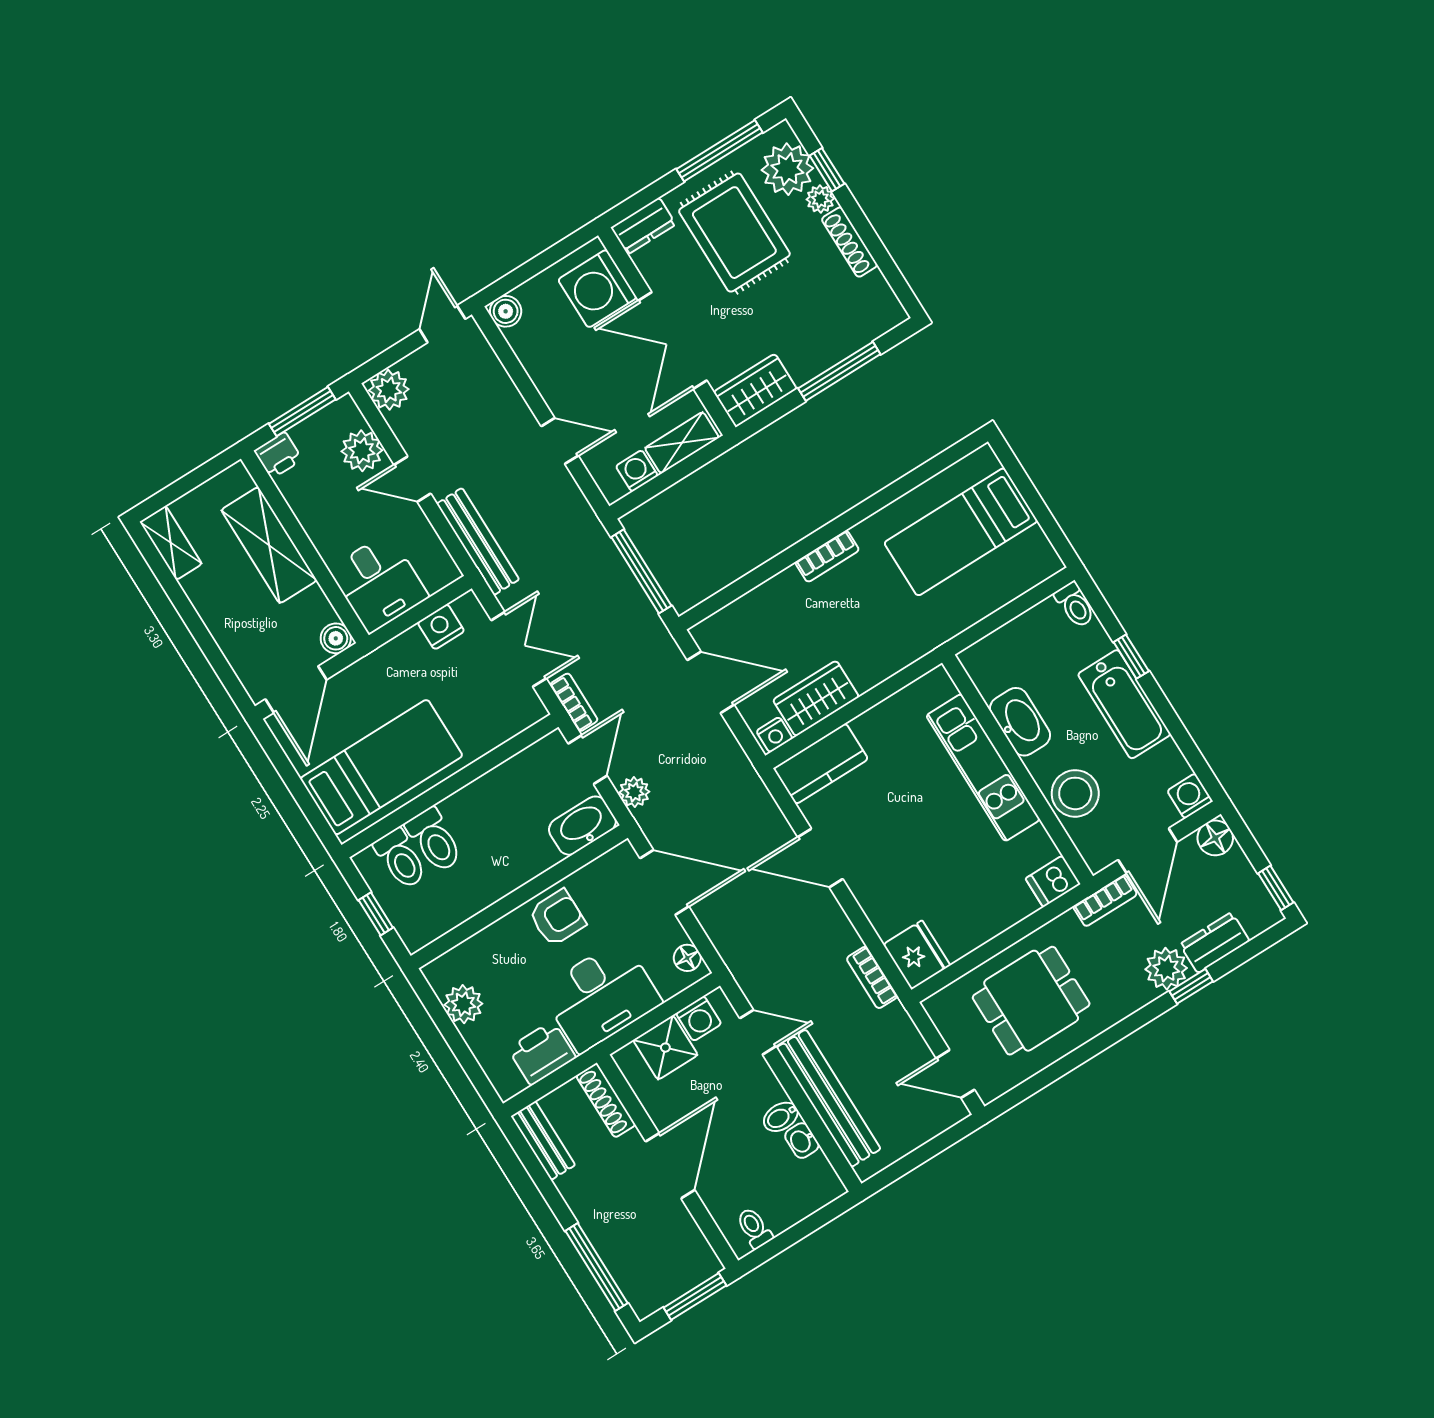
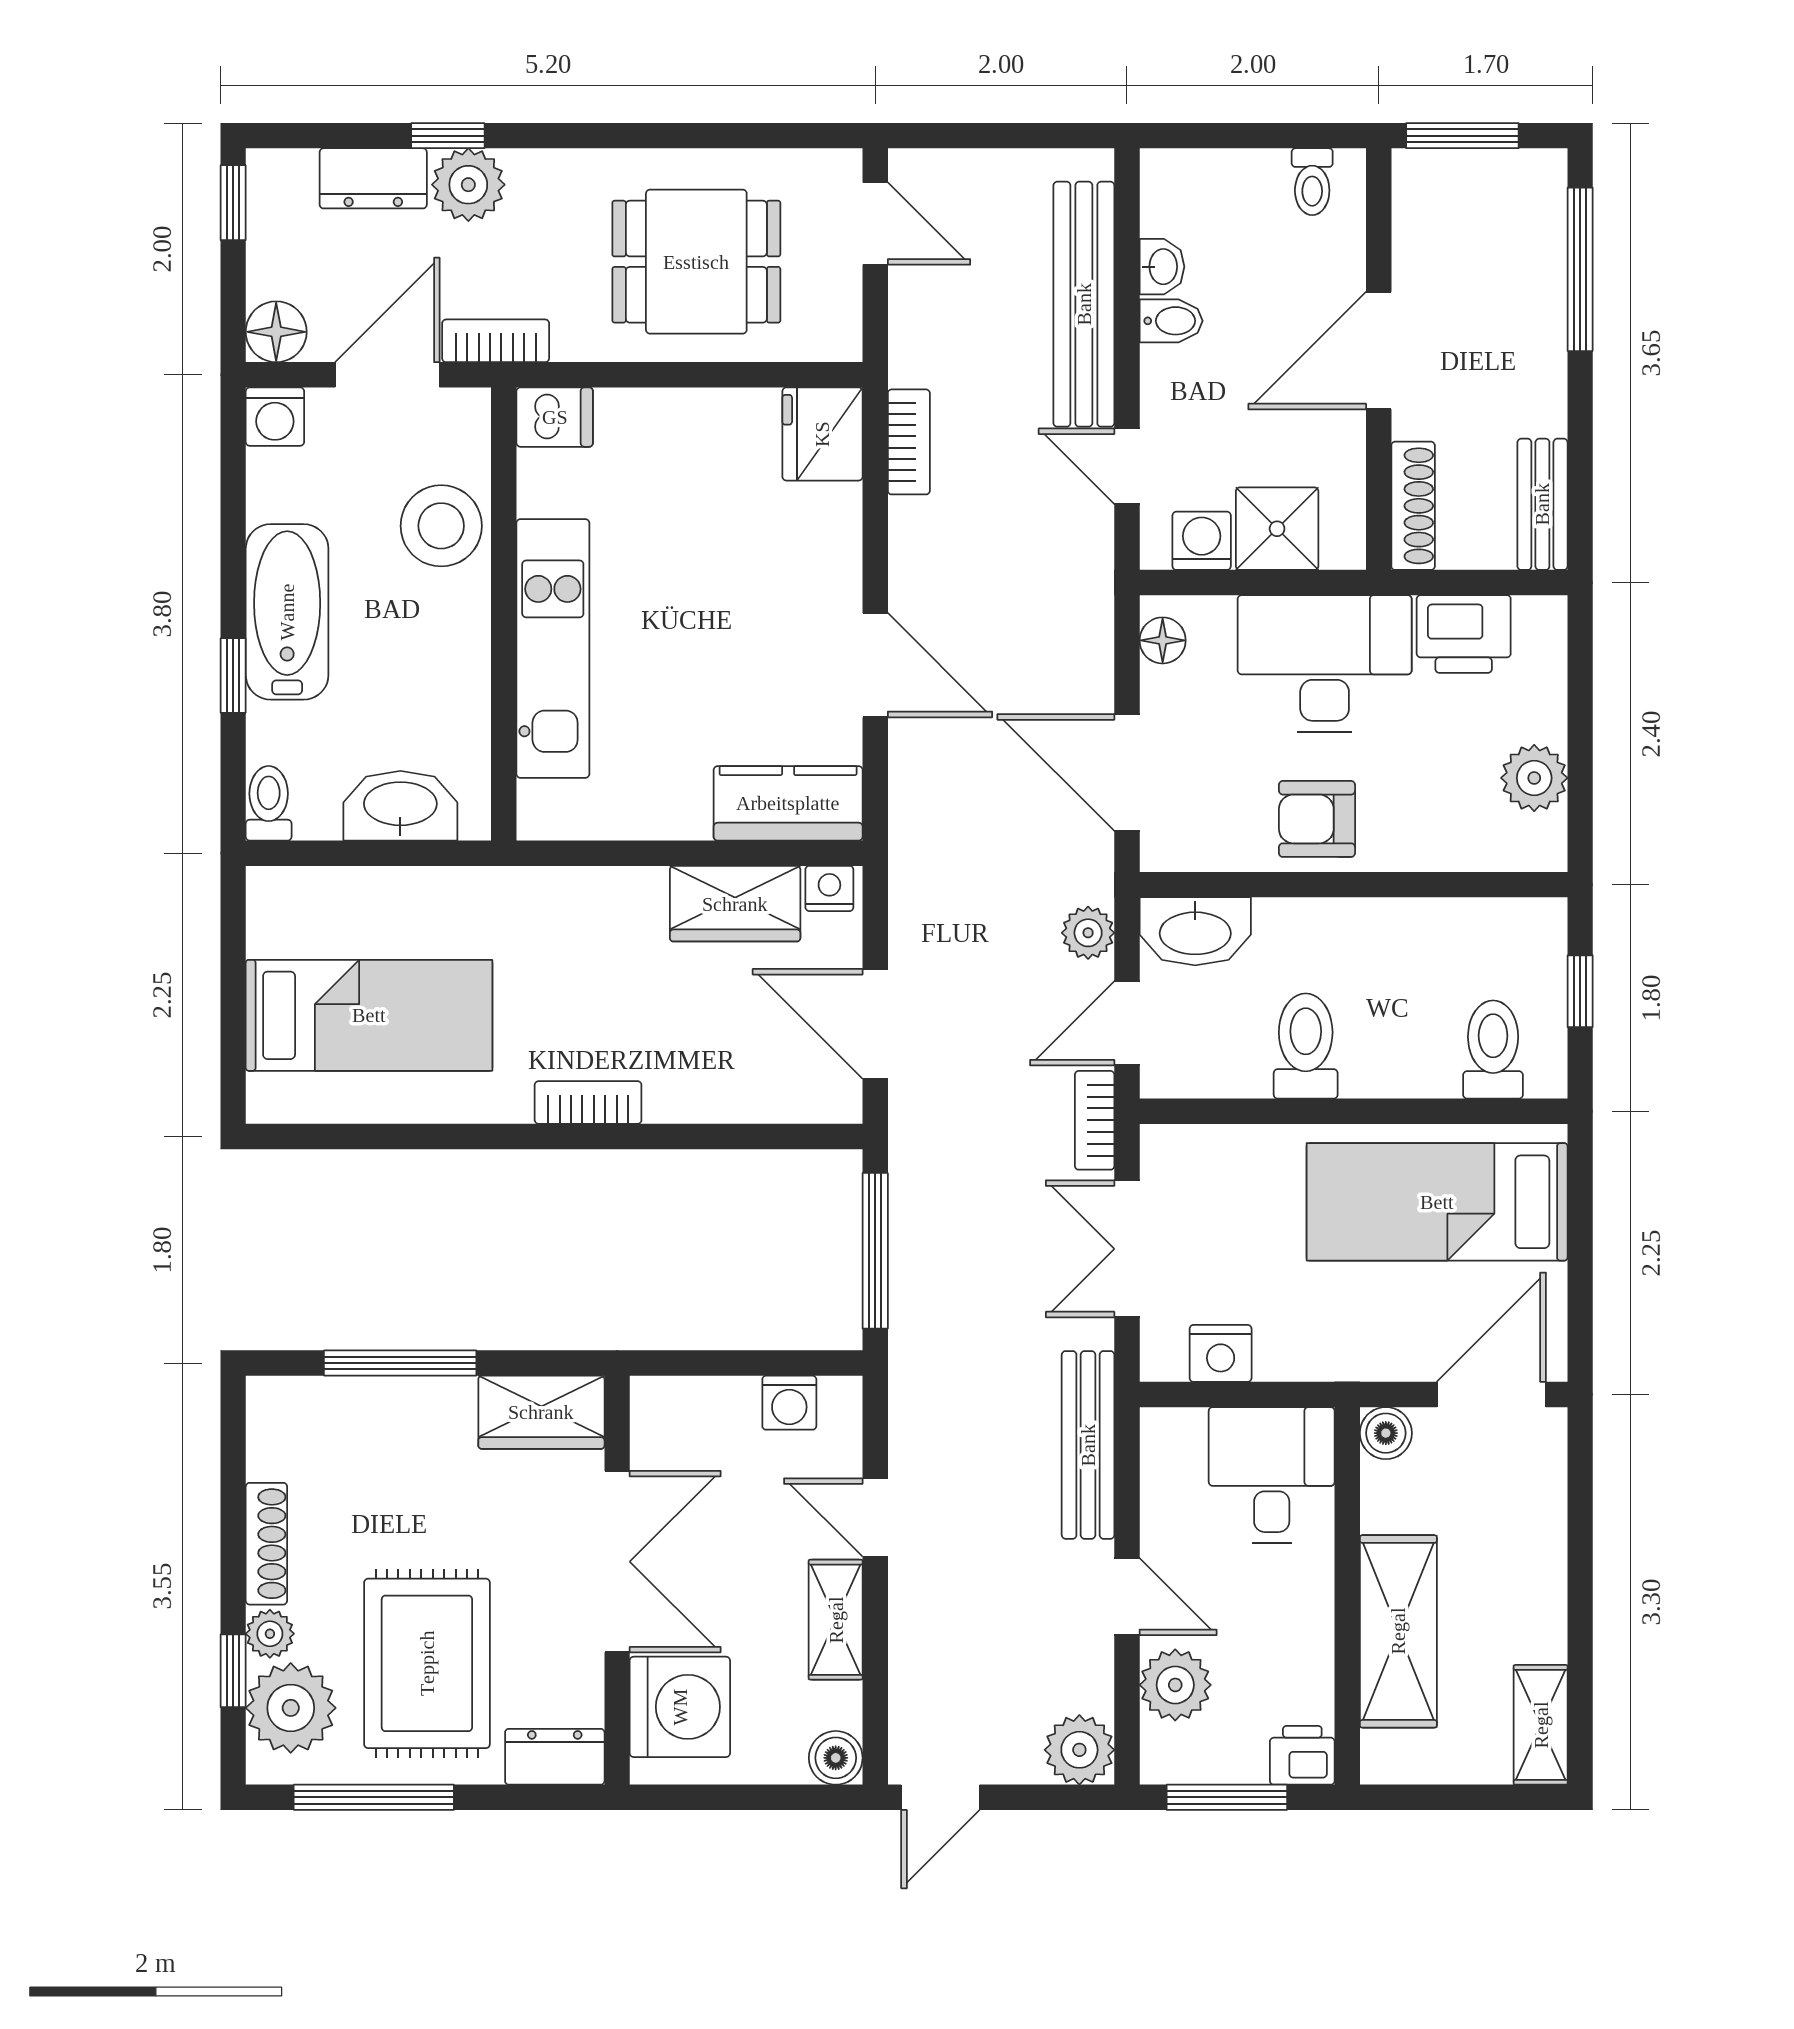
shelving: (682, 443) -> (836, 1620), moved, turned 90
washbasin: (1020, 722) -> (400, 806), moved, turned 90
toilet: (434, 840) -> (1306, 1046), moved

